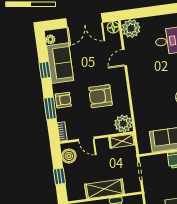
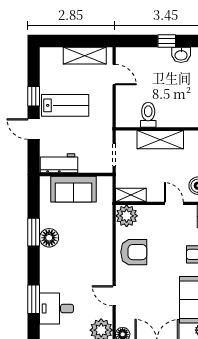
door: (124, 58) -> (114, 296), swing flipped
armchair: (100, 96) -> (134, 252), moved

